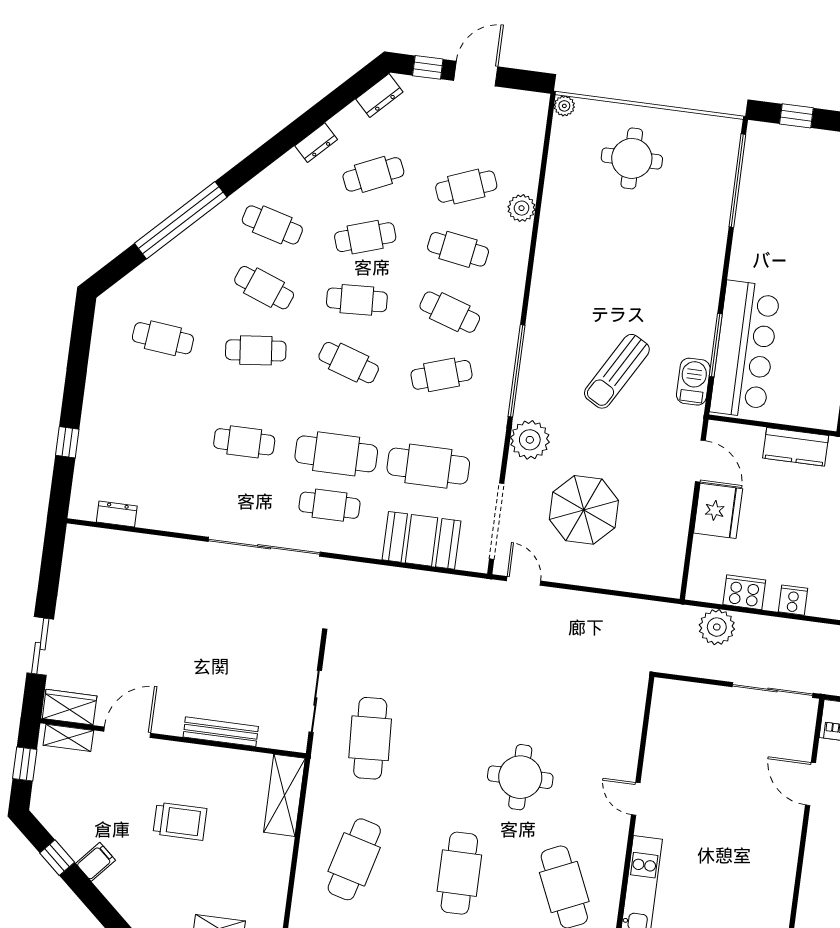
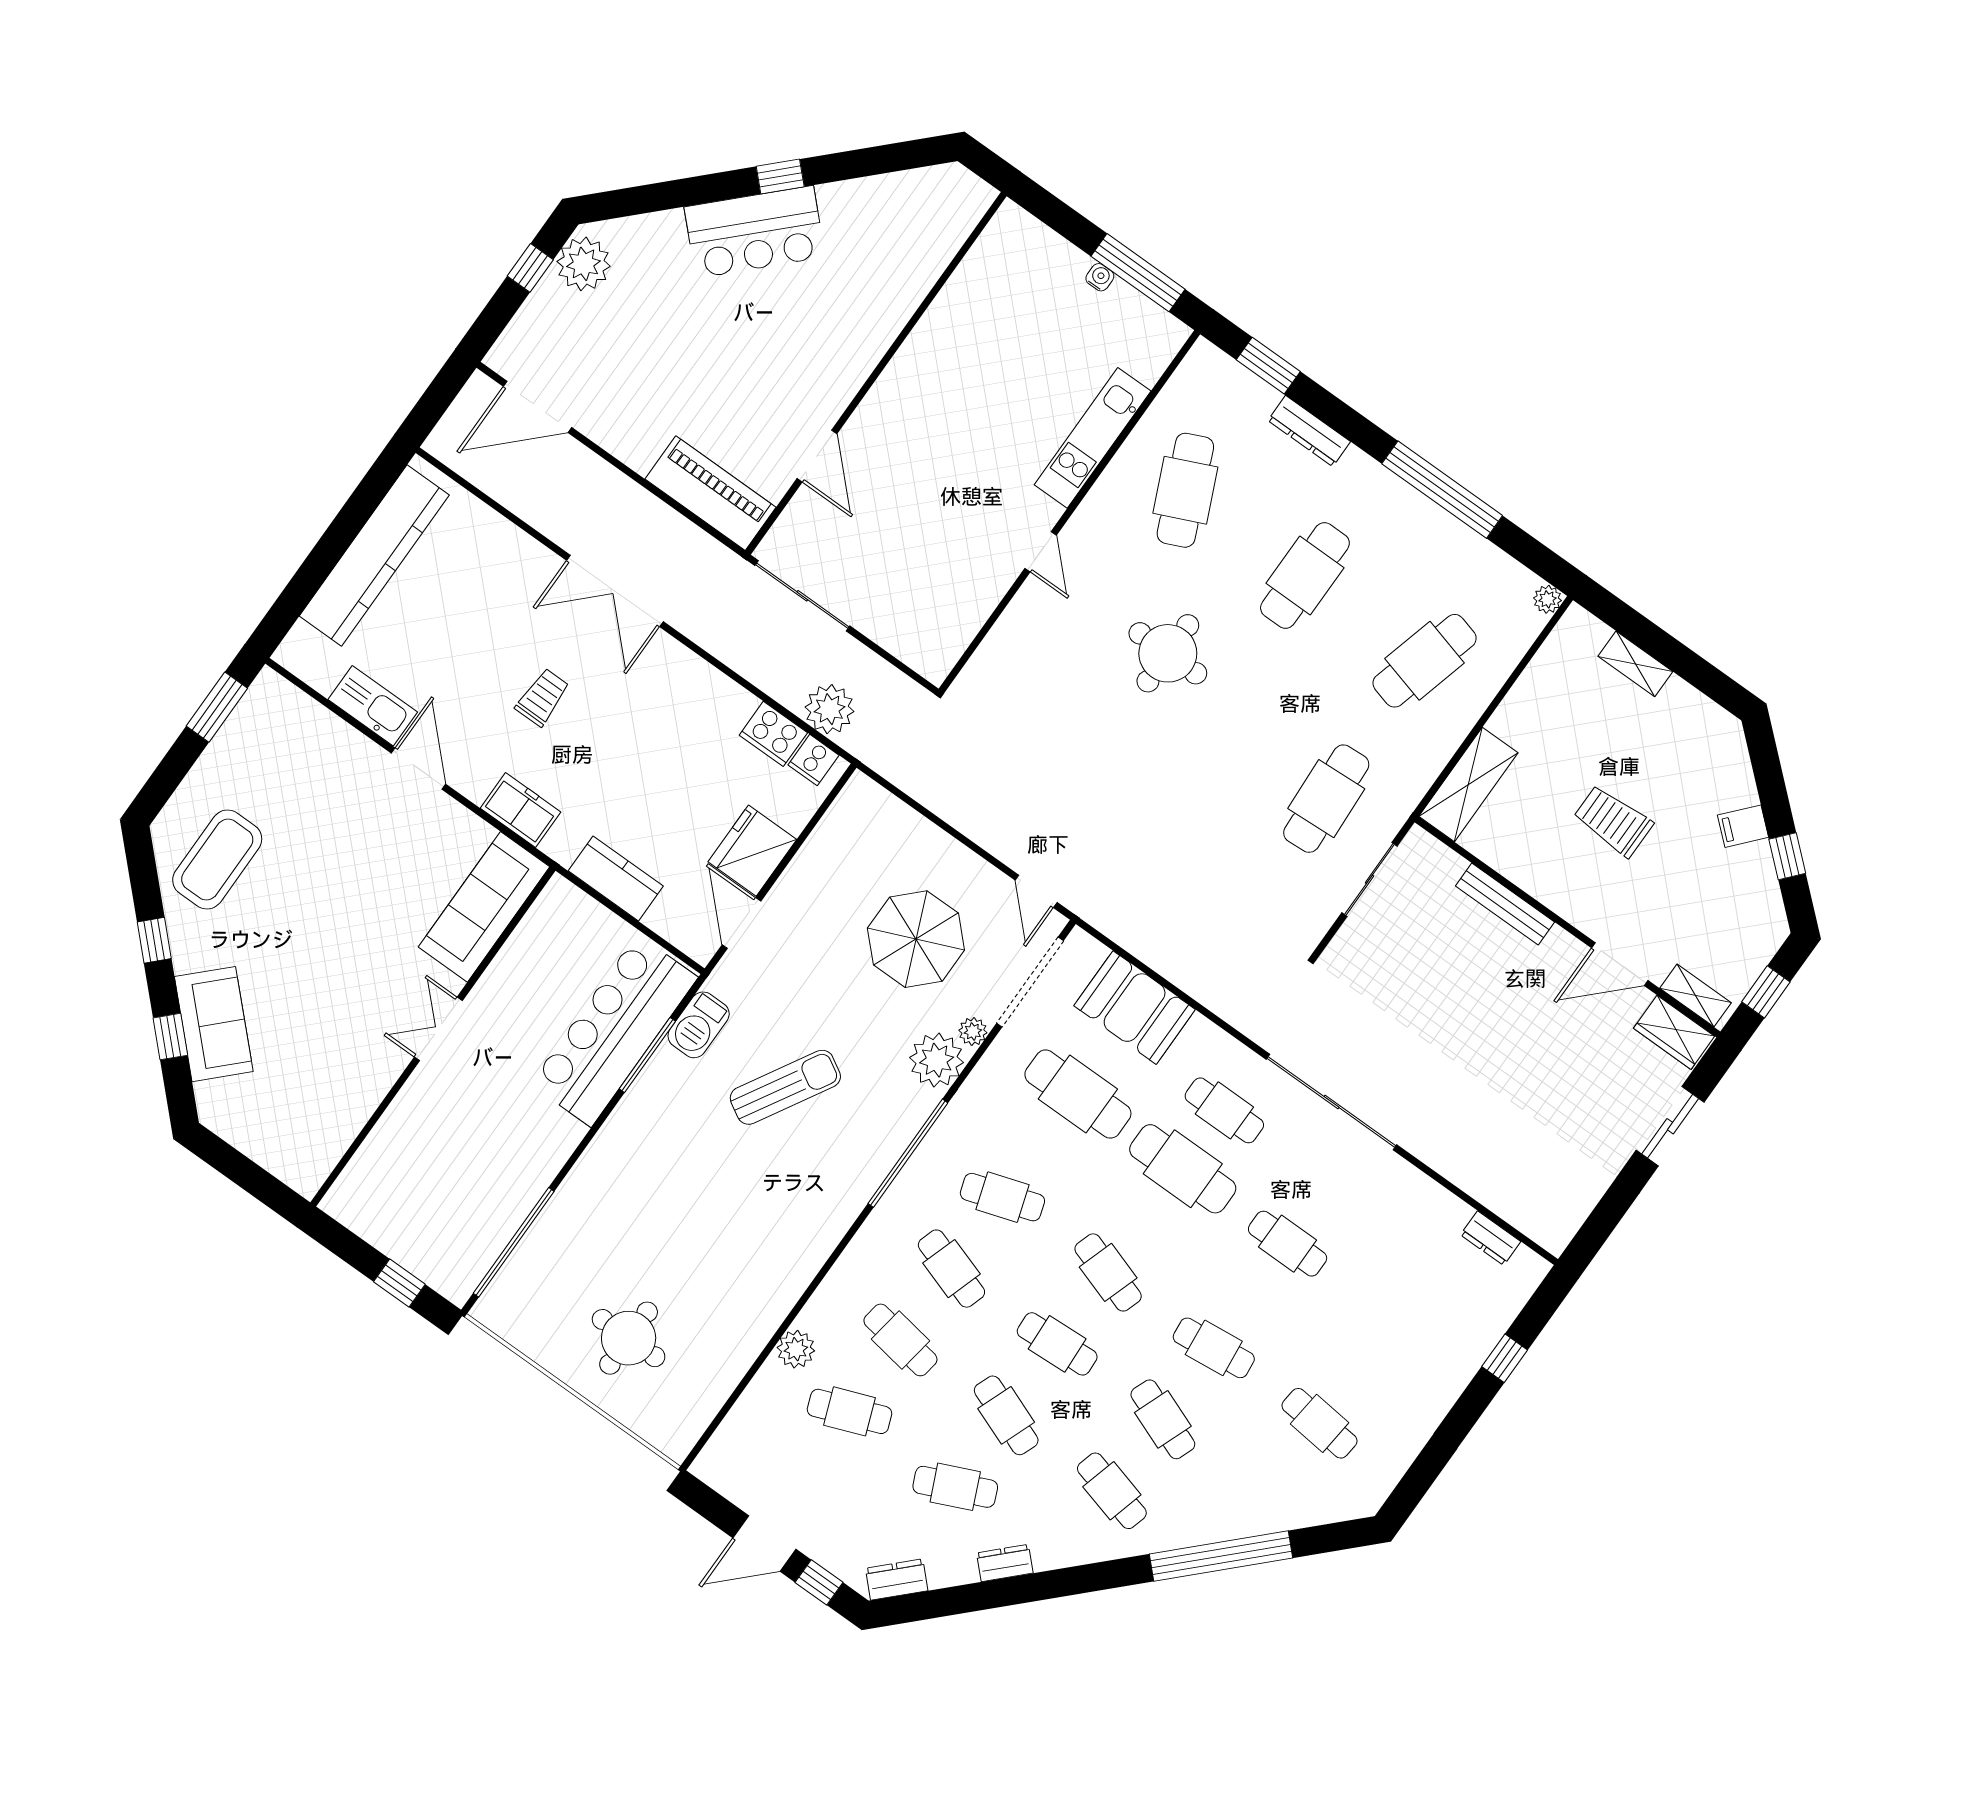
plant: (564, 106) -> (973, 1032), moved
cafe table: (365, 237) -> (1006, 1415), turned 39
cooker: (793, 600) -> (813, 760), moved

